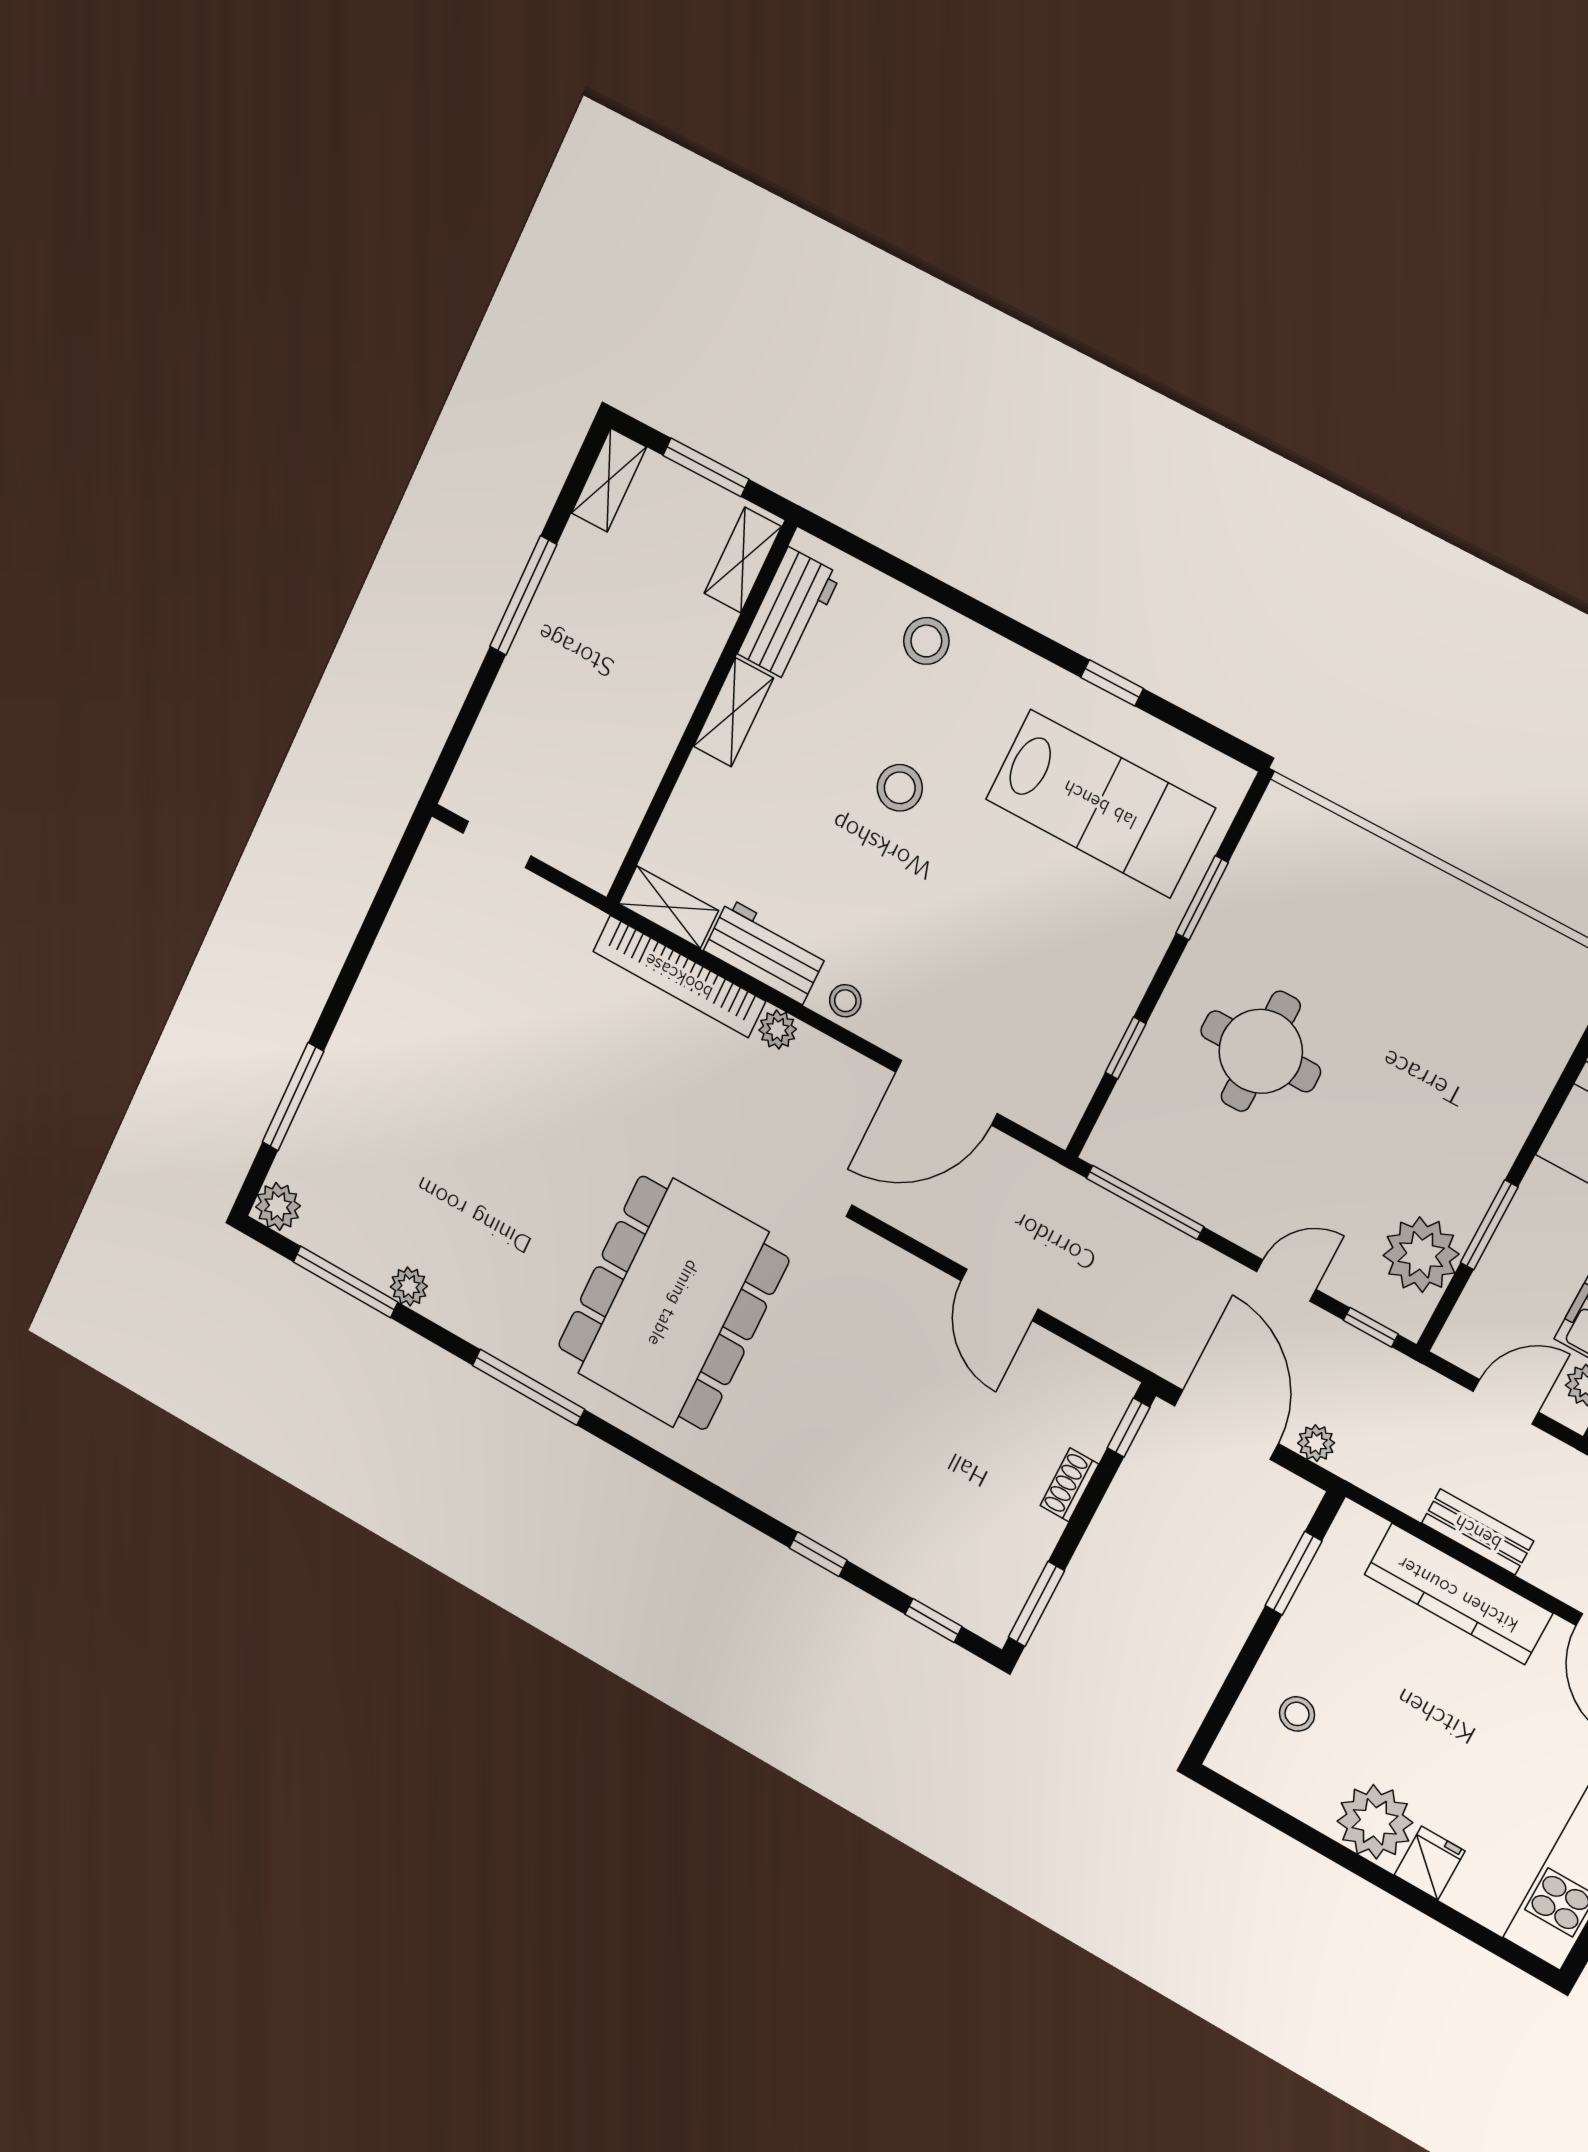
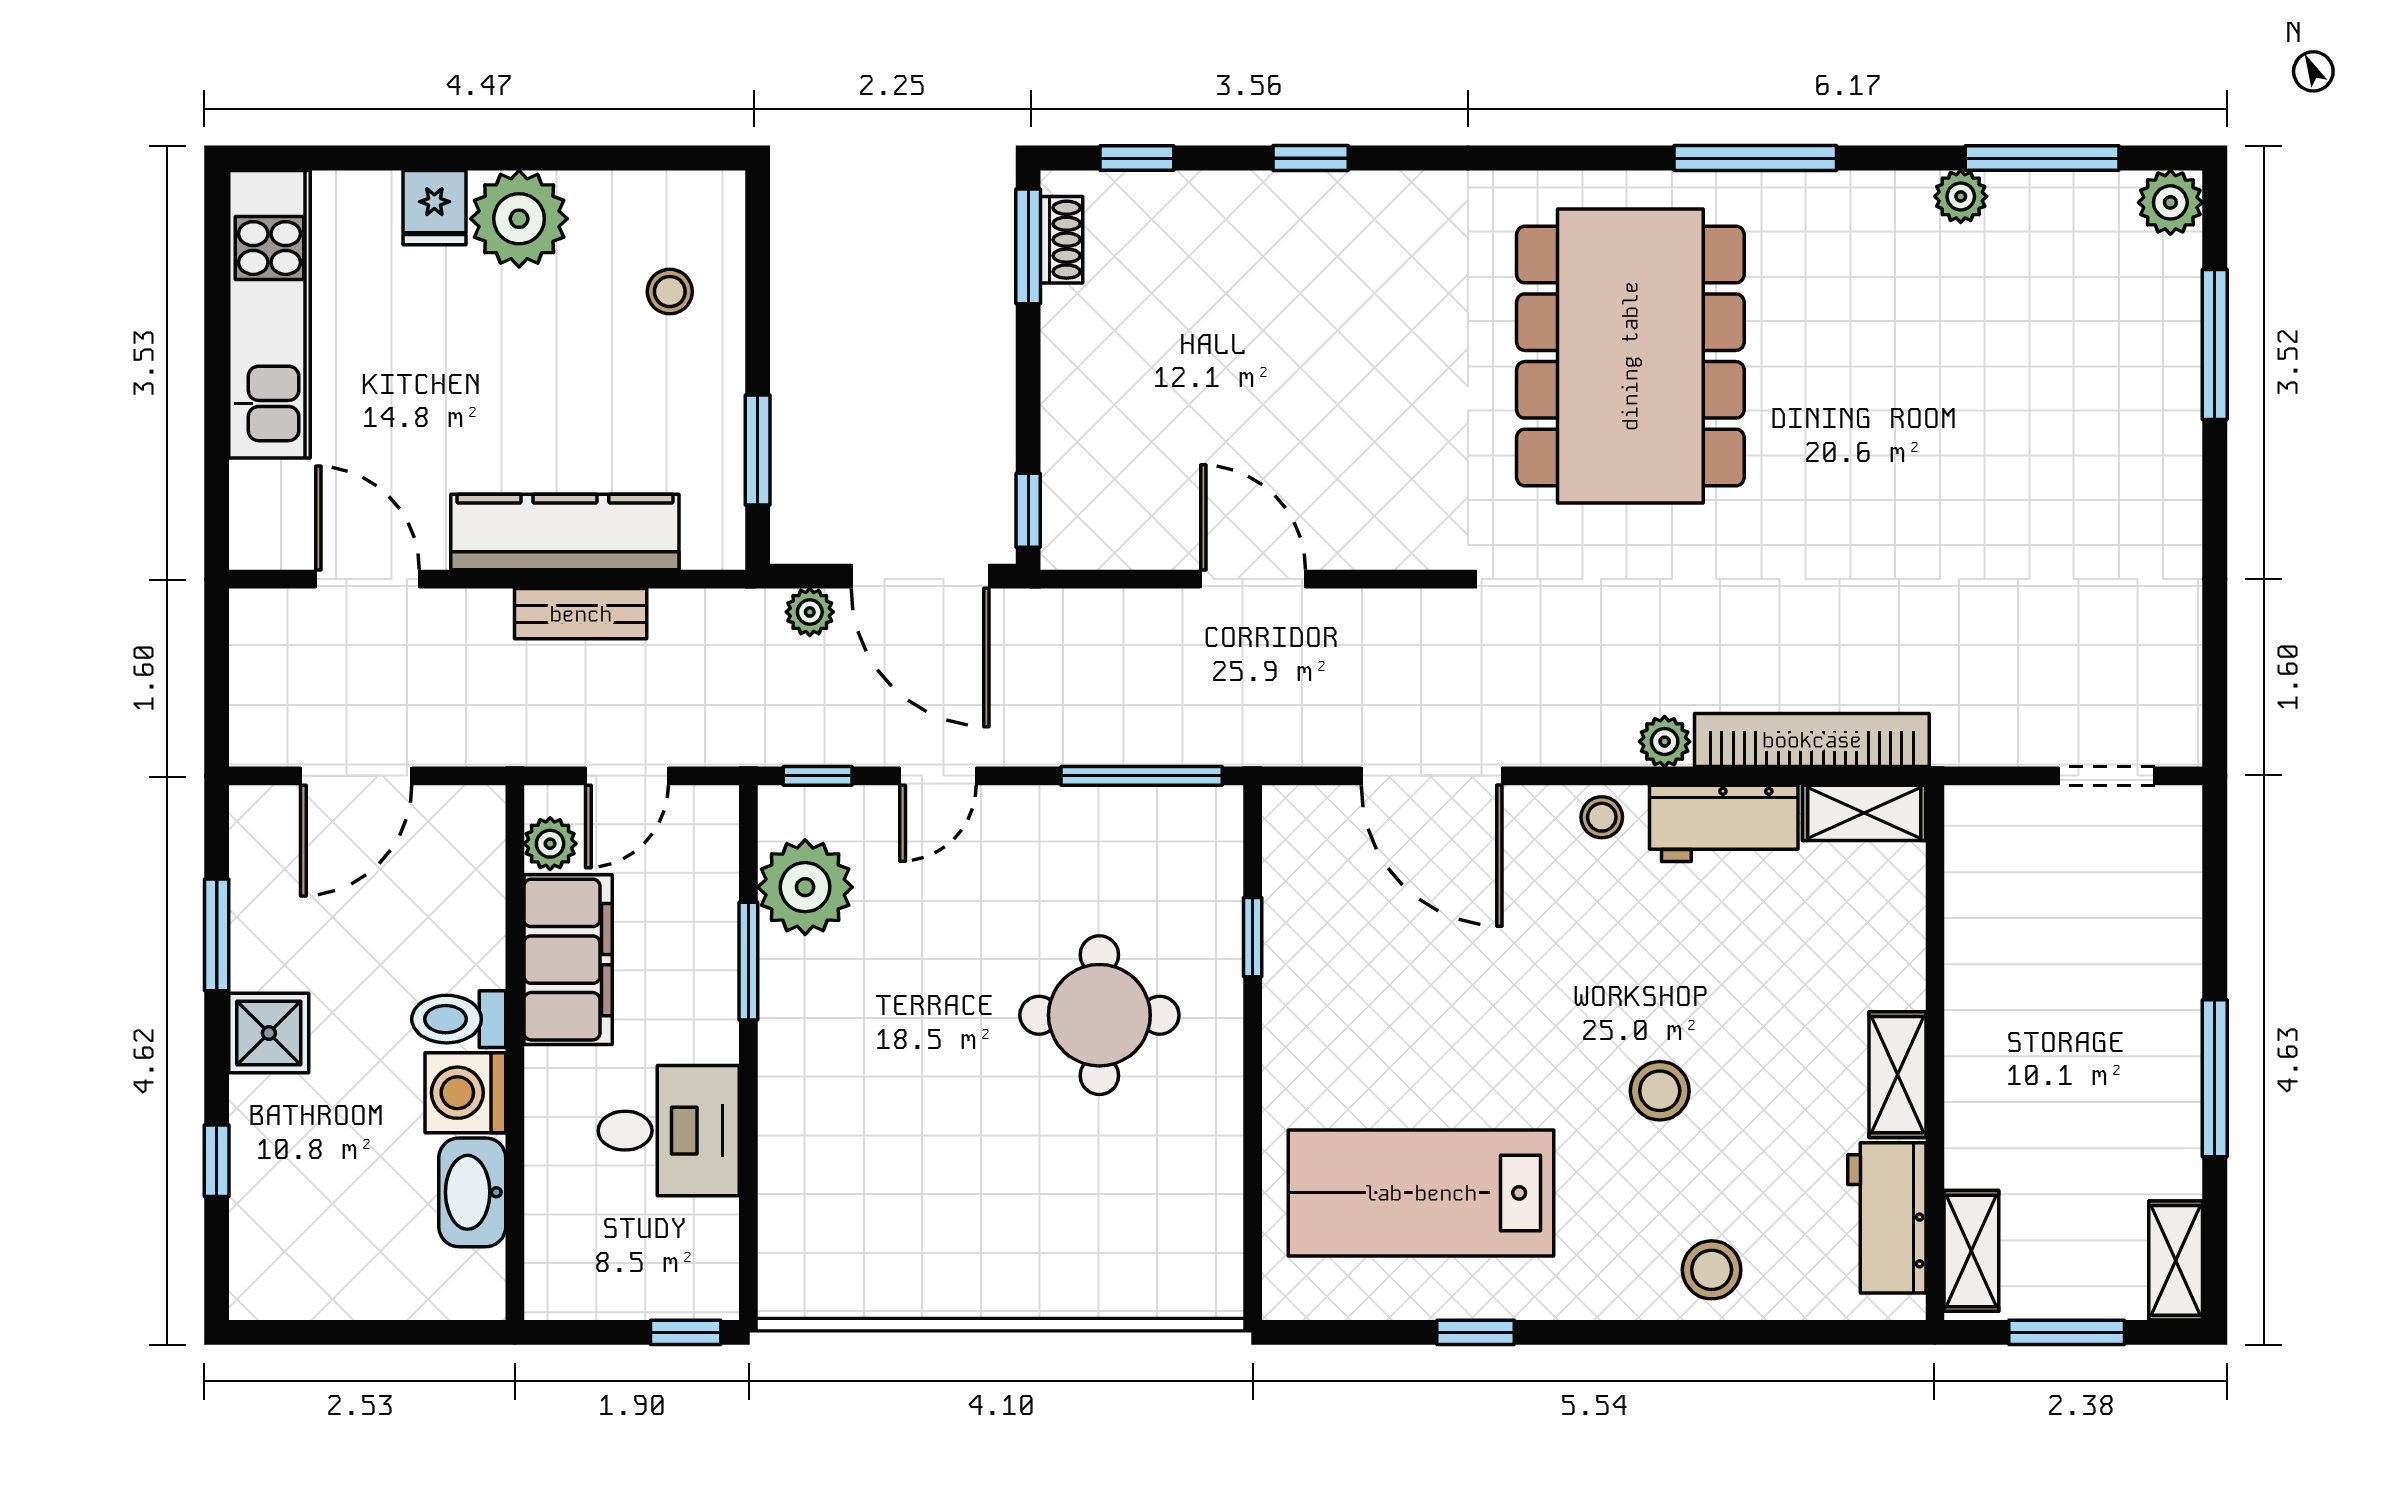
window: (1202, 898) -> (1253, 1149), removed
door: (946, 1093) -> (1432, 776), swing flipped
shoe rack: (1069, 1485) -> (1062, 240), moved

